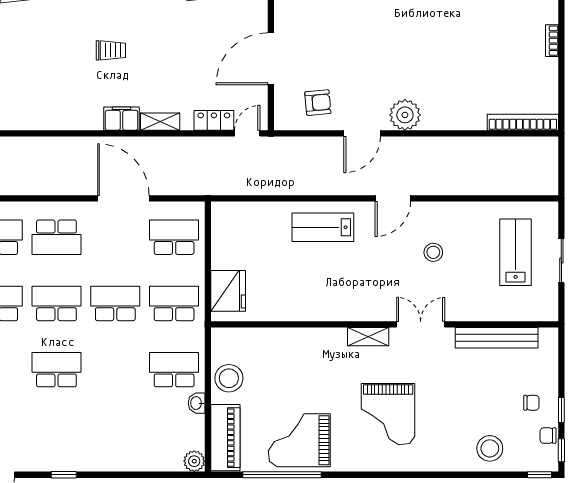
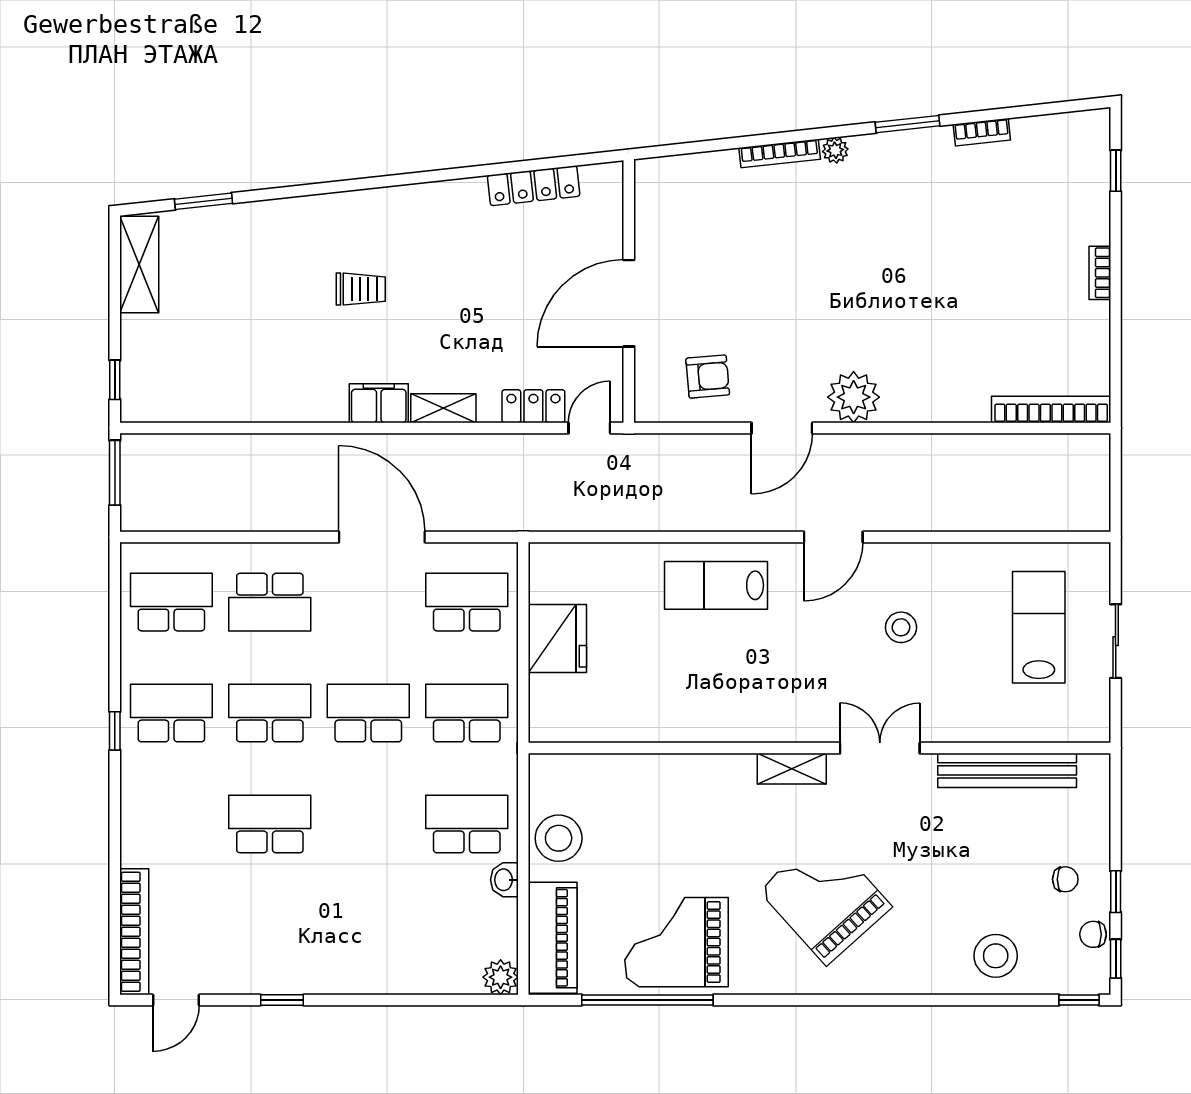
fridge: (228, 291) -> (557, 639), moved
grand piano: (388, 414) -> (825, 898), turned 138

